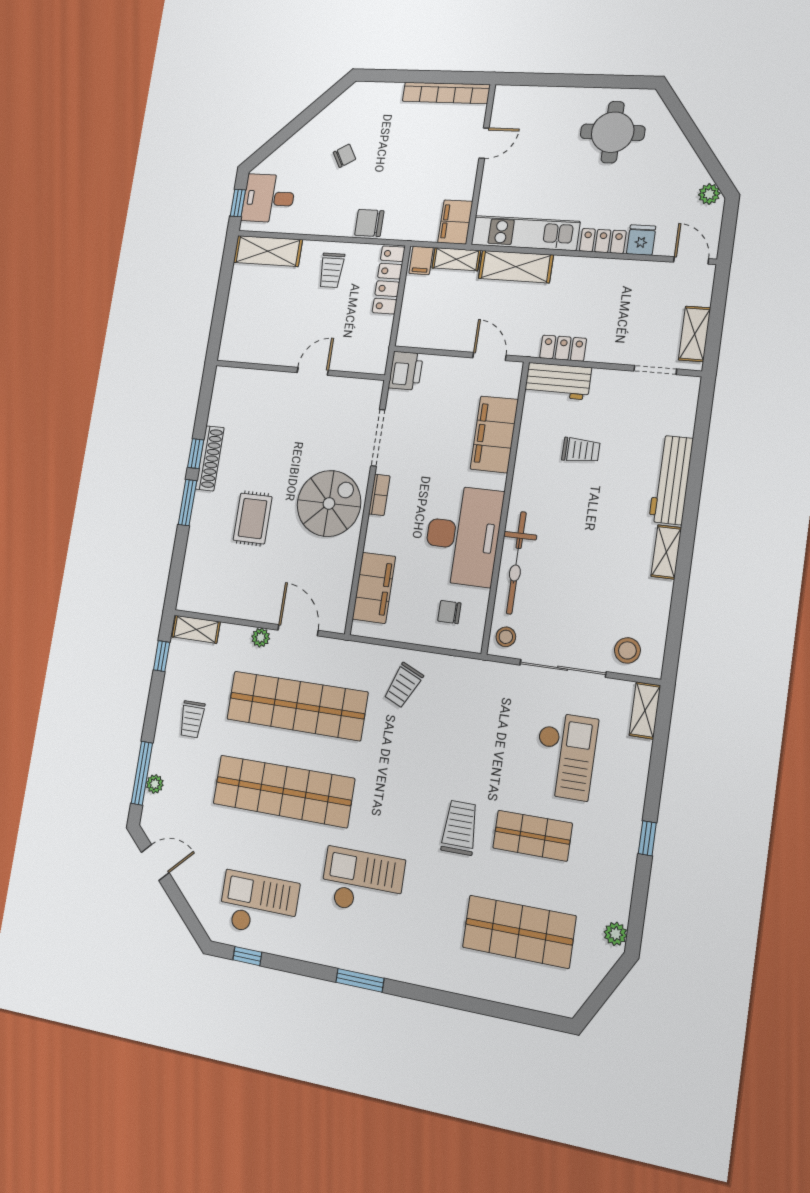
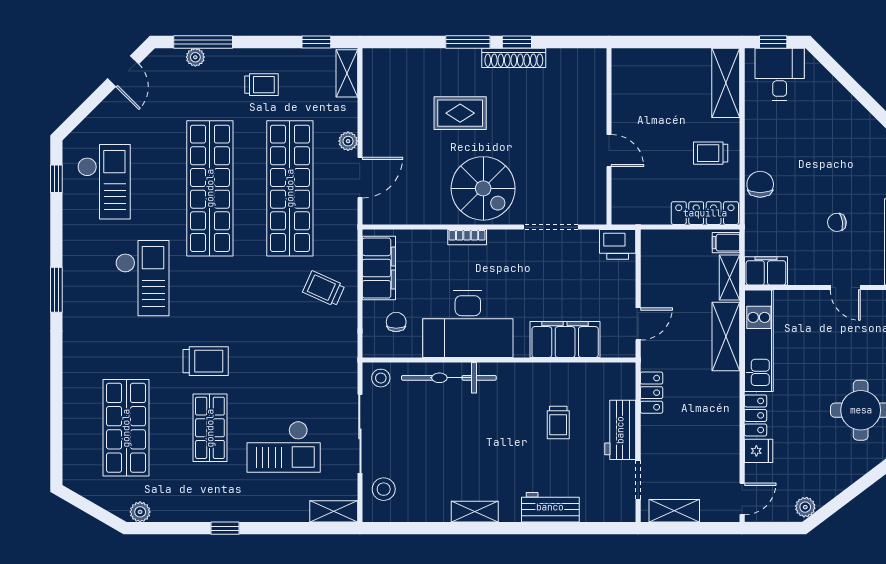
chair: (344, 156) -> (837, 222), moved, turned 113
workbench: (558, 381) -> (620, 430), moved
workbench: (671, 480) -> (550, 507), width x0.73
bookcase: (379, 495) -> (467, 237), moved
filing cabinet: (374, 588) -> (379, 268), moved, turned -90
trolley: (192, 719) -> (262, 85), turned 180

